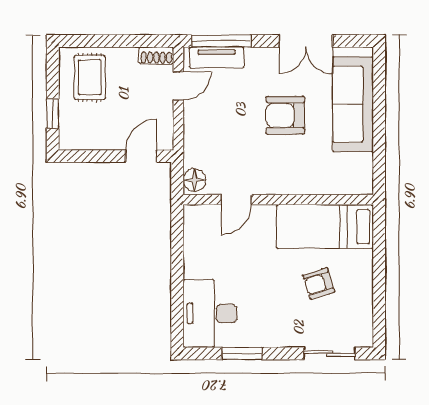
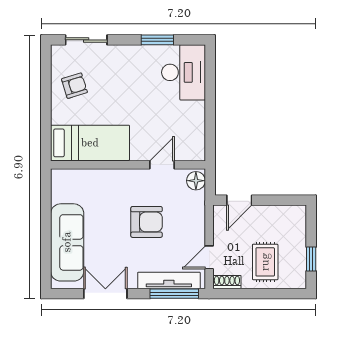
tv unit: (217, 57) -> (169, 280), width x1.41
rug: (90, 77) -> (265, 262), moved
window: (53, 114) -> (311, 259), moved
armchair: (285, 115) -> (147, 222), moved
armchair: (319, 283) -> (74, 86), moved

